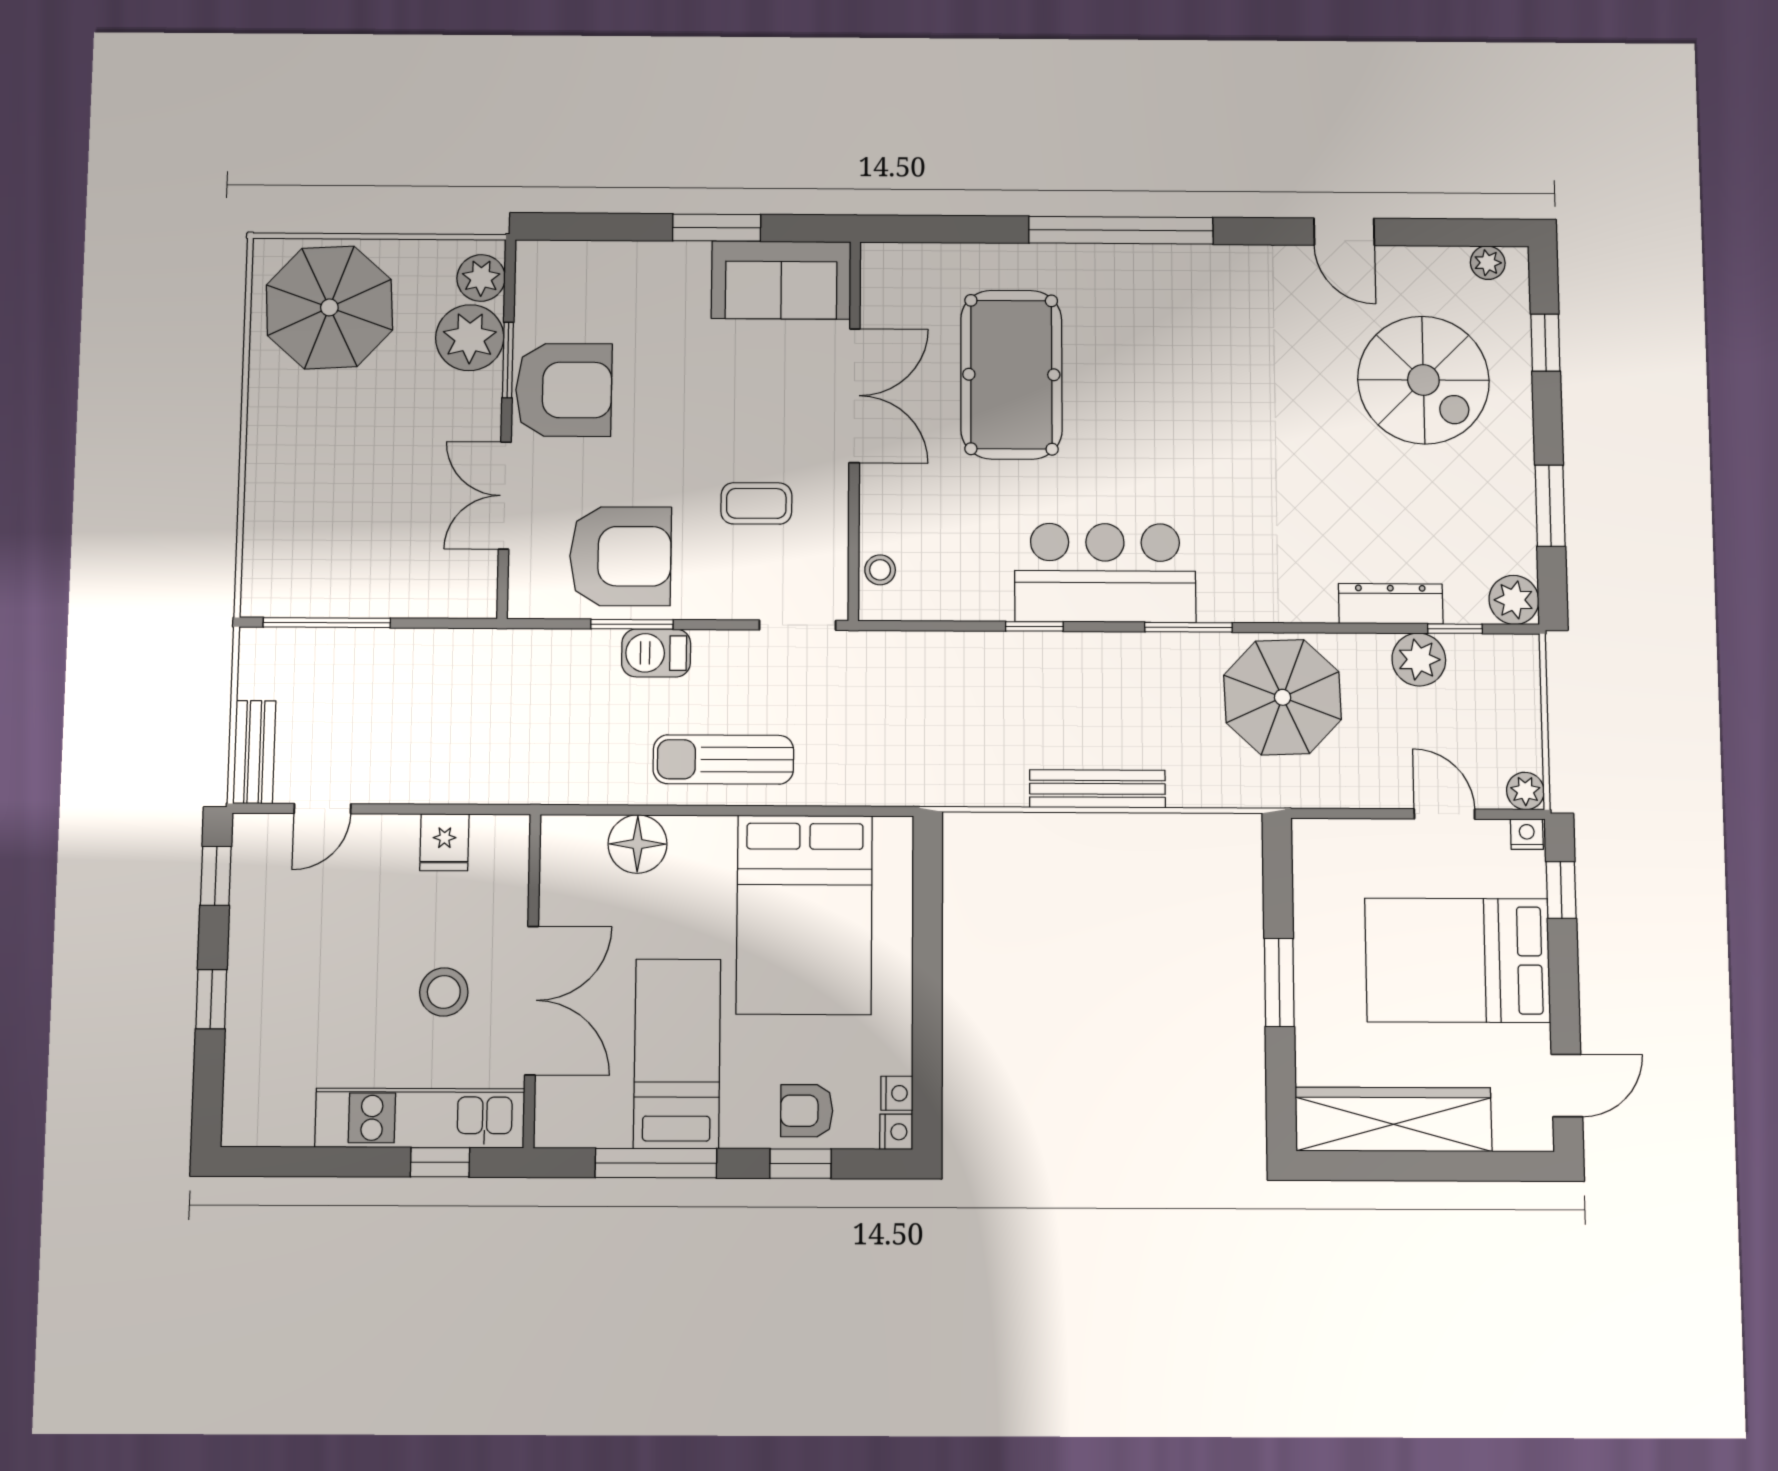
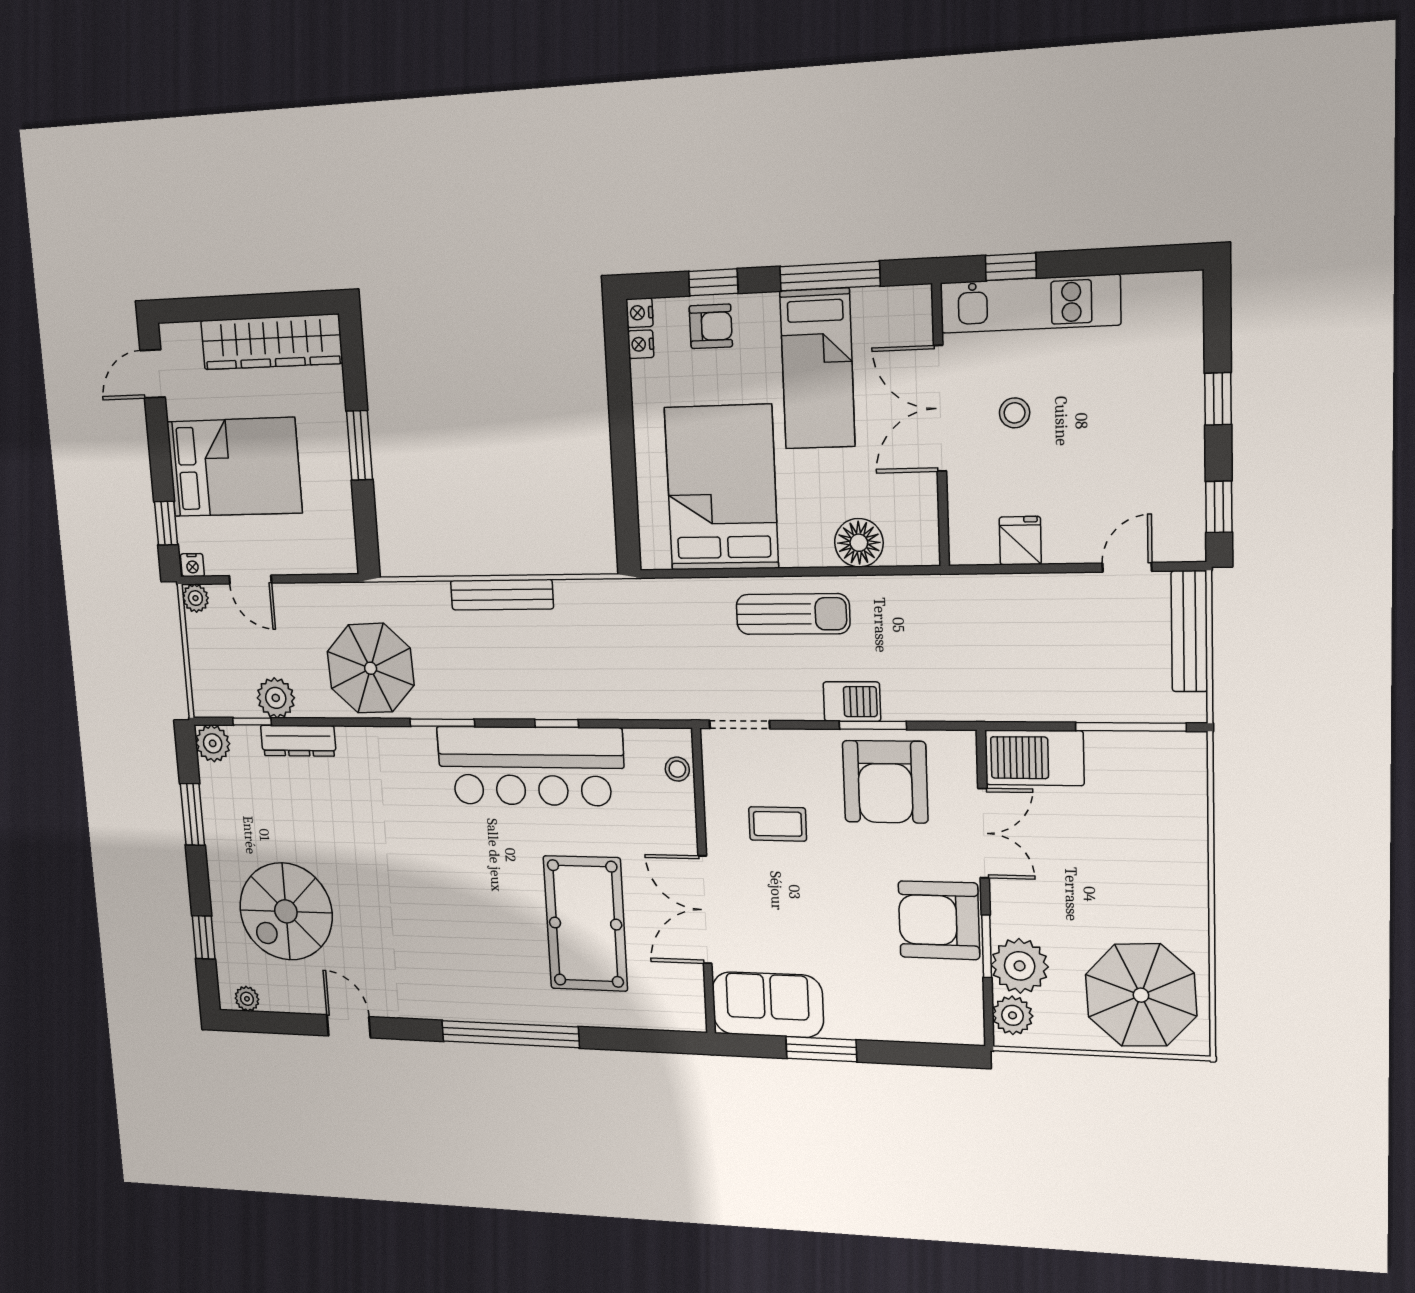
spiral stairs: (1423, 380) -> (286, 911), turned -90
armchair: (620, 556) -> (885, 782), turned -90
bar counter: (1105, 573) -> (531, 766), width x1.36
barbecue: (440, 586) -> (1034, 758), added
bench: (254, 752) -> (1189, 631), width x1.36
stool: (444, 992) -> (1015, 413), width x0.73, depth x0.73

